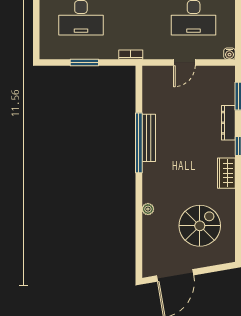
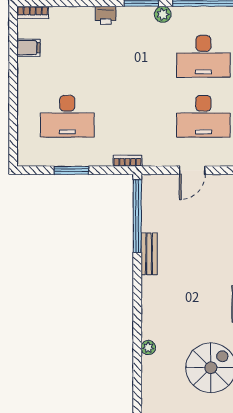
bench: (149, 138) -> (149, 254), width x0.73
window: (139, 143) -> (137, 216), moved

